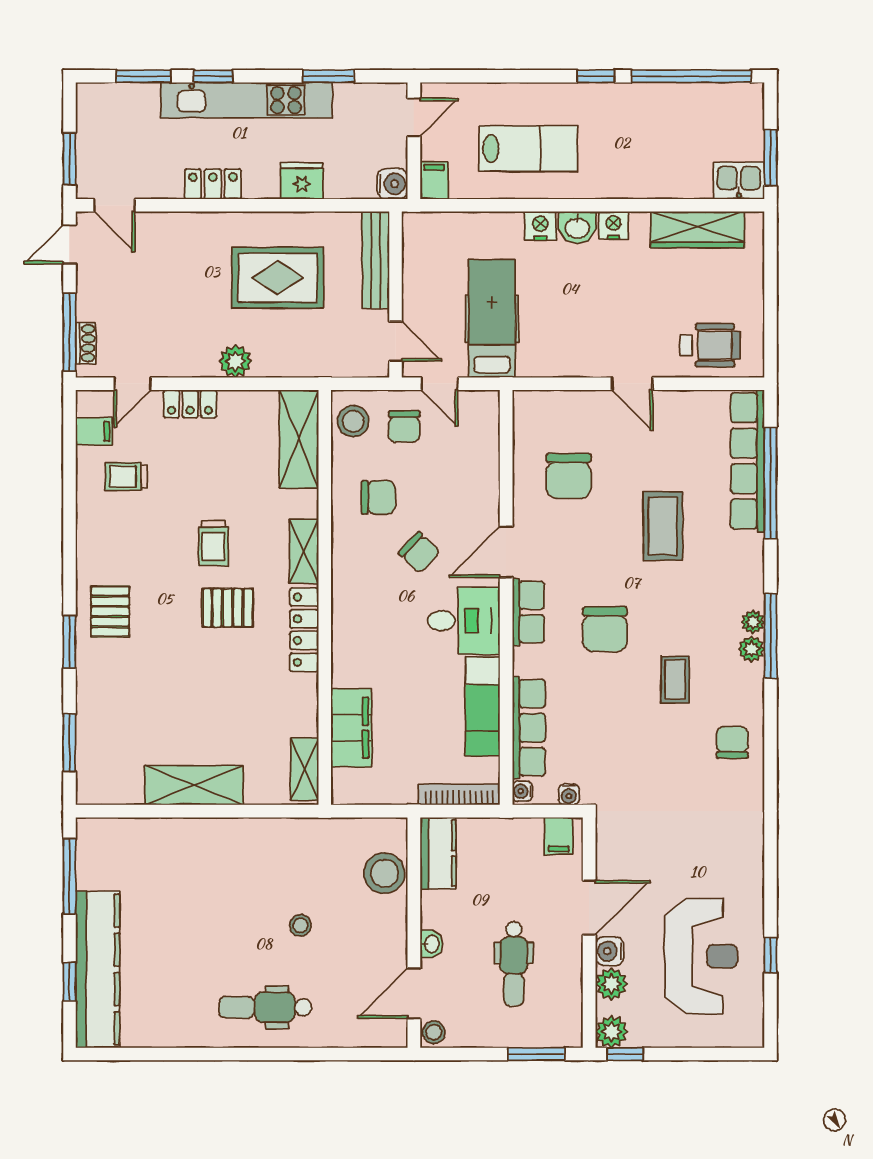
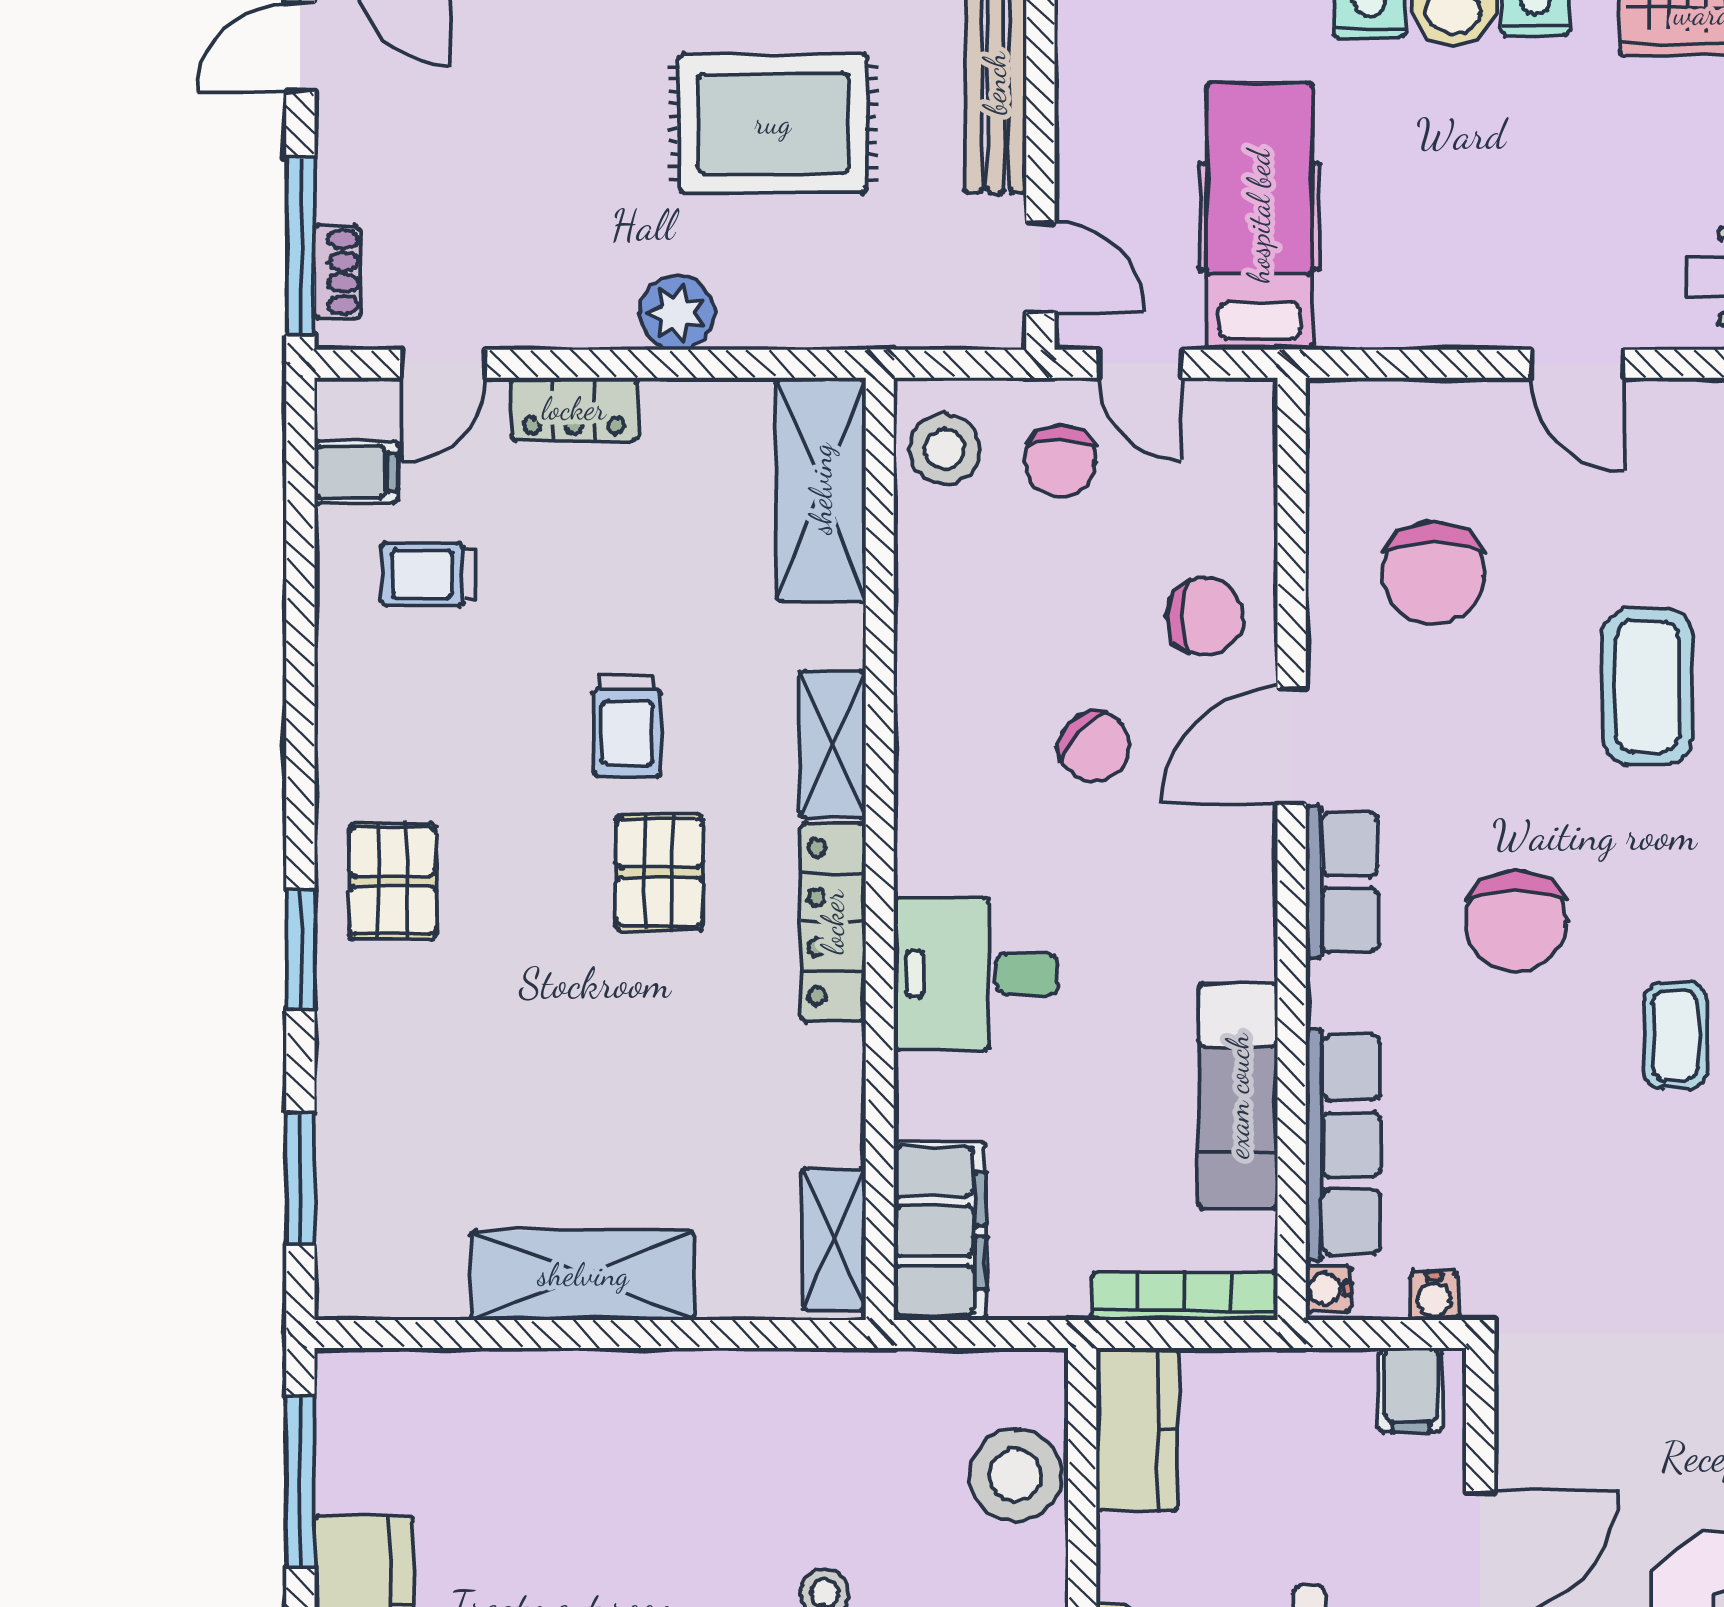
chair: (378, 497) -> (1205, 617), moved
pallet: (228, 608) -> (659, 872), turned 90
desk: (464, 621) -> (976, 974), moved, turned 180
filing cabinet: (351, 728) -> (940, 1231), moved

